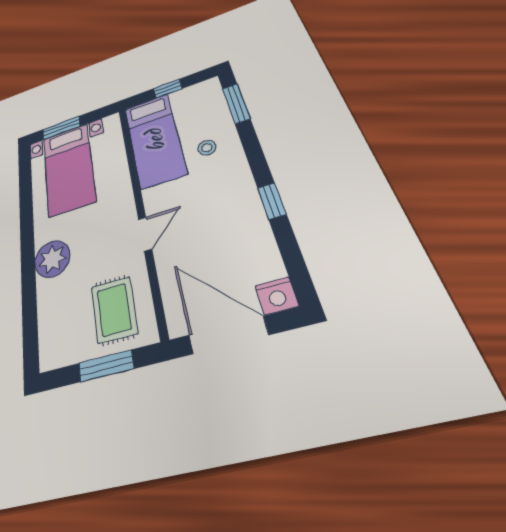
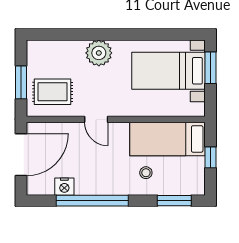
window: (272, 201) -> (92, 201), width x3.17
nightstand: (277, 296) -> (64, 187), moved, turned -90

